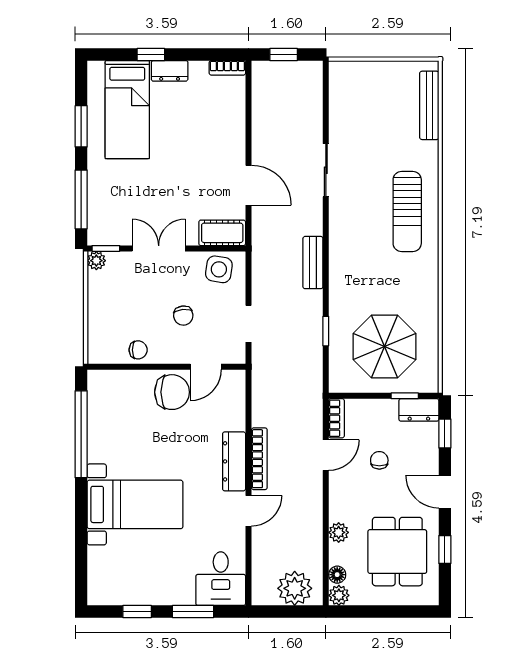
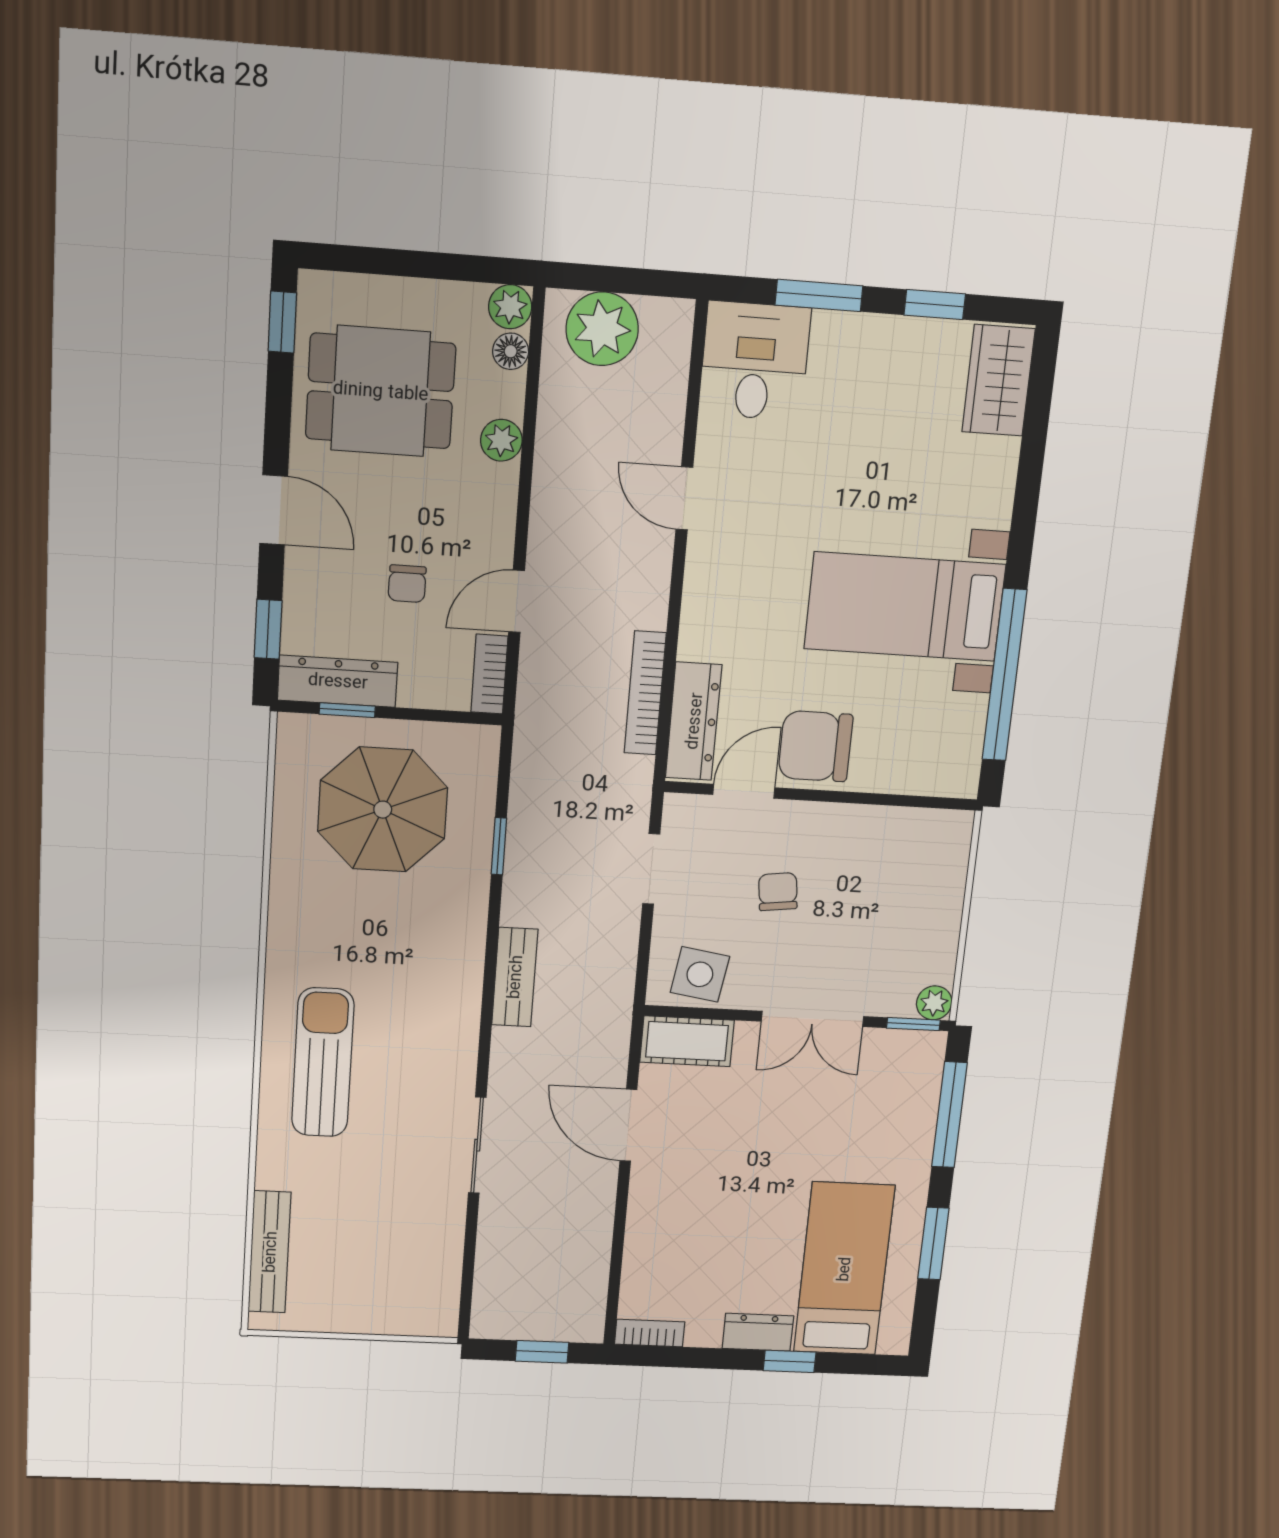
chair: (138, 350) -> (873, 832), removed
dresser: (419, 410) -> (338, 681), width x1.44
bookcase: (259, 459) -> (645, 693), moved
dresser: (234, 461) -> (694, 721), moved
bed with nightstands: (135, 504) -> (905, 607), moved
door: (248, 511) -> (684, 498), hinge flipped
window: (445, 549) -> (282, 322), moved
dining table: (397, 552) -> (381, 391), turned 90
wardrobe: (102, 578) -> (998, 380), added

